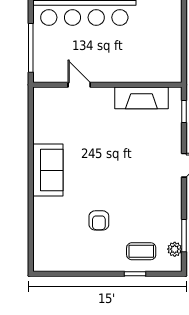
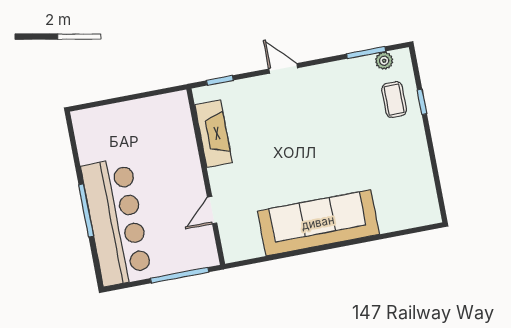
sofa: (48, 170) -> (318, 223), width x1.85, depth x1.27
armchair: (99, 220) -> (367, 156), removed

